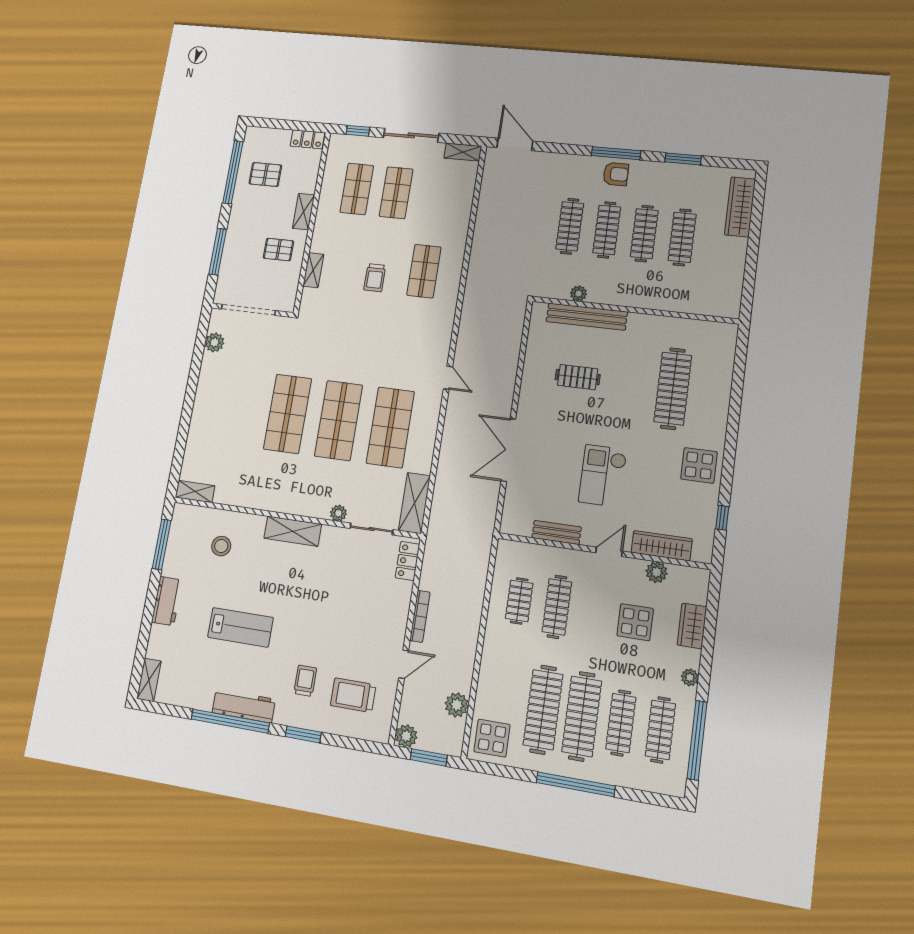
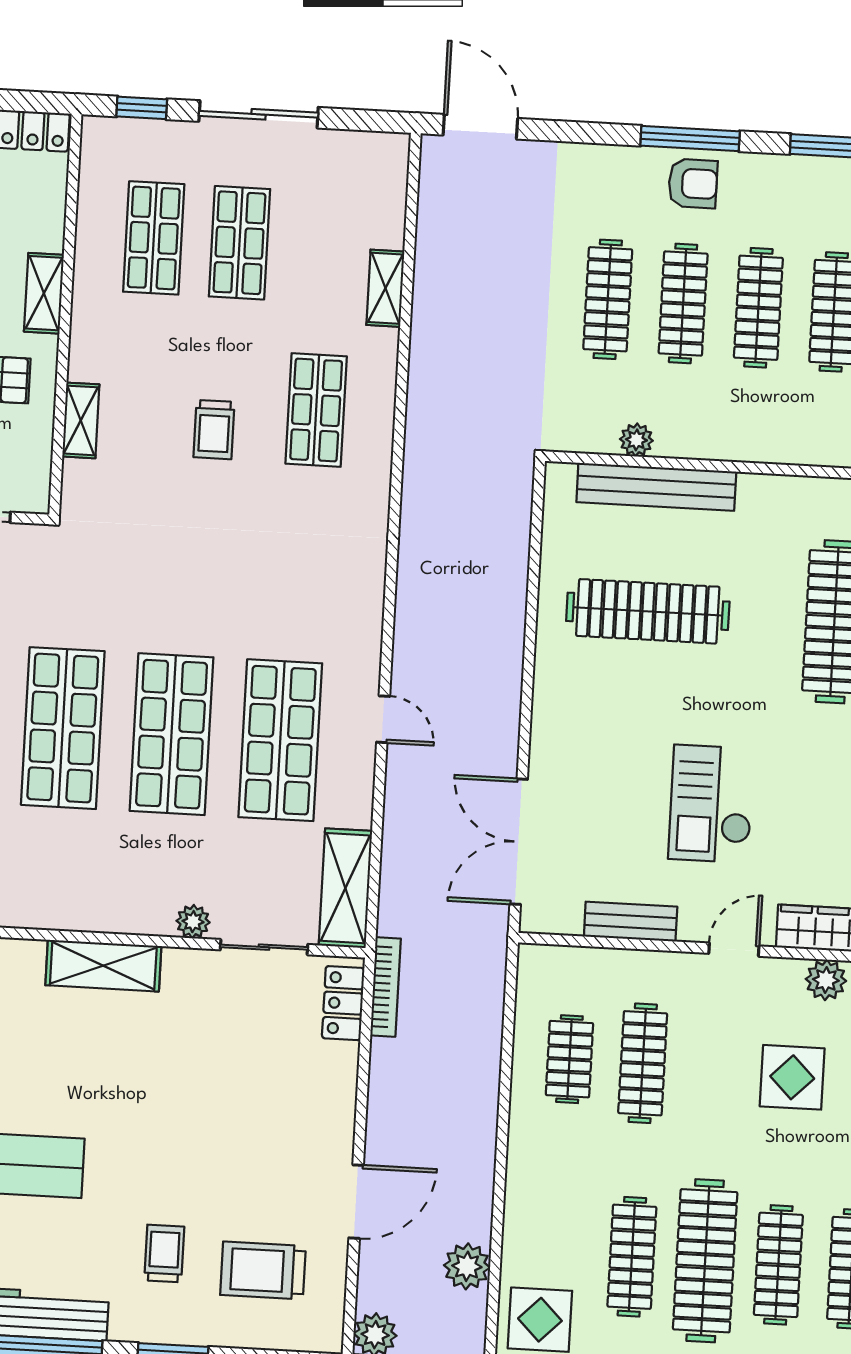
shelving: (463, 152) -> (385, 288), moved, turned 90
clothes rail: (578, 377) -> (648, 611), width x1.86, depth x1.31
door: (448, 378) -> (383, 719), moved
double door: (508, 450) -> (519, 842), moved
bookcase: (420, 616) -> (385, 987), moved
door: (404, 664) -> (356, 1202), width x1.38
clothes rail: (543, 710) -> (632, 1257), width x0.73, depth x0.76

